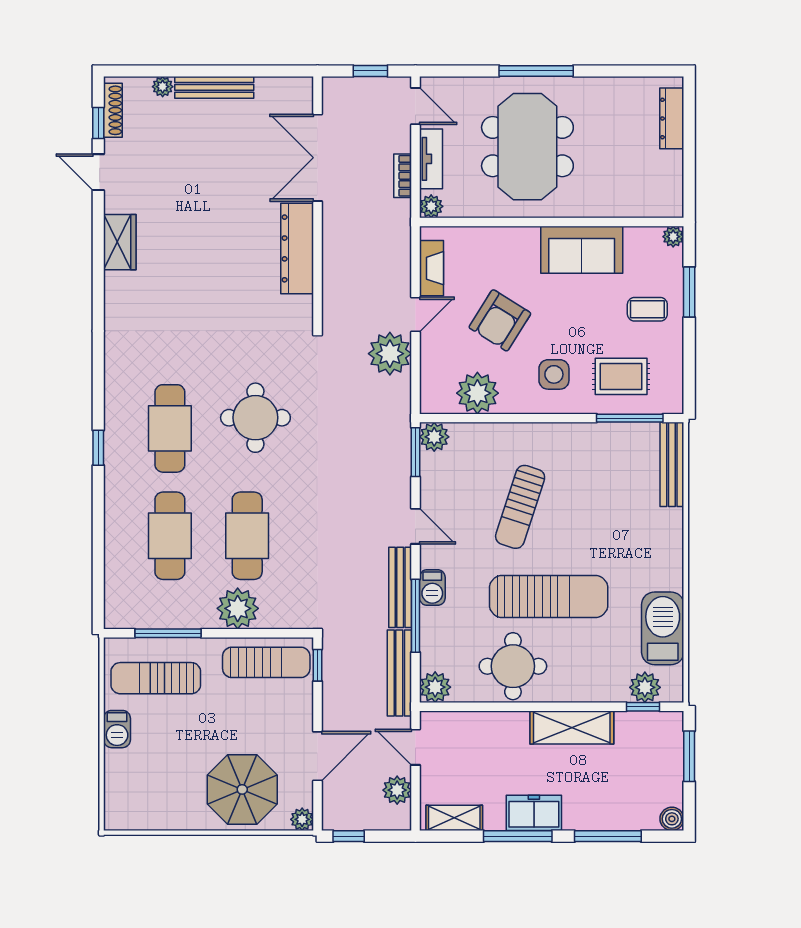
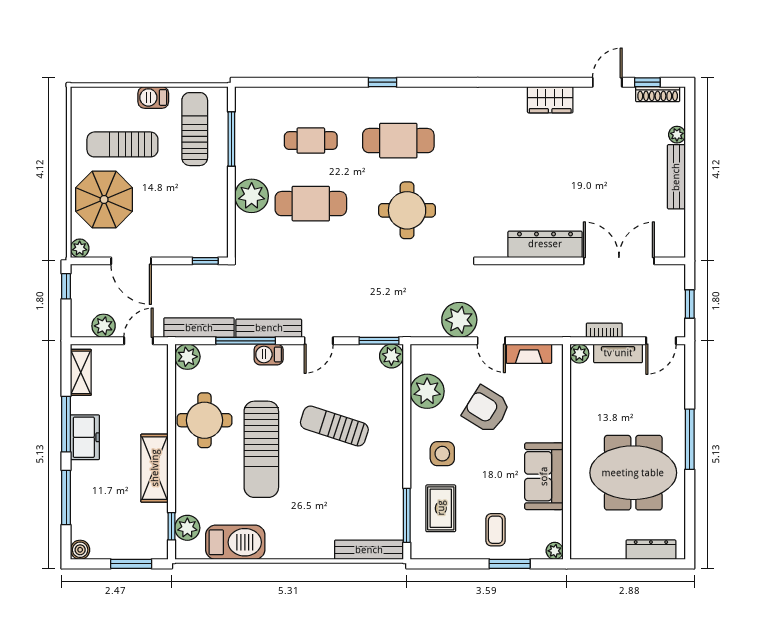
meeting table: (527, 147) -> (633, 473), moved
cafe table: (170, 536) -> (311, 141), width x0.73, depth x0.74
sun lounger: (266, 662) -> (122, 144), moved, turned 90

